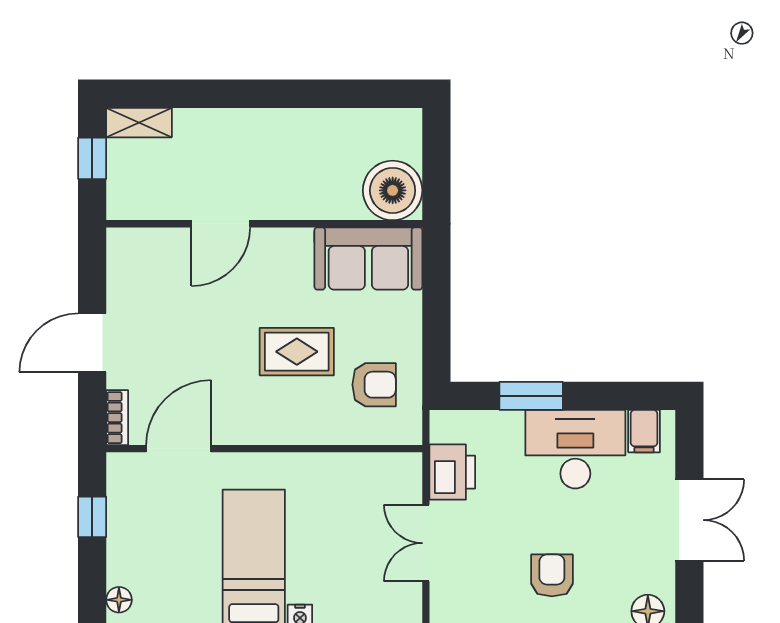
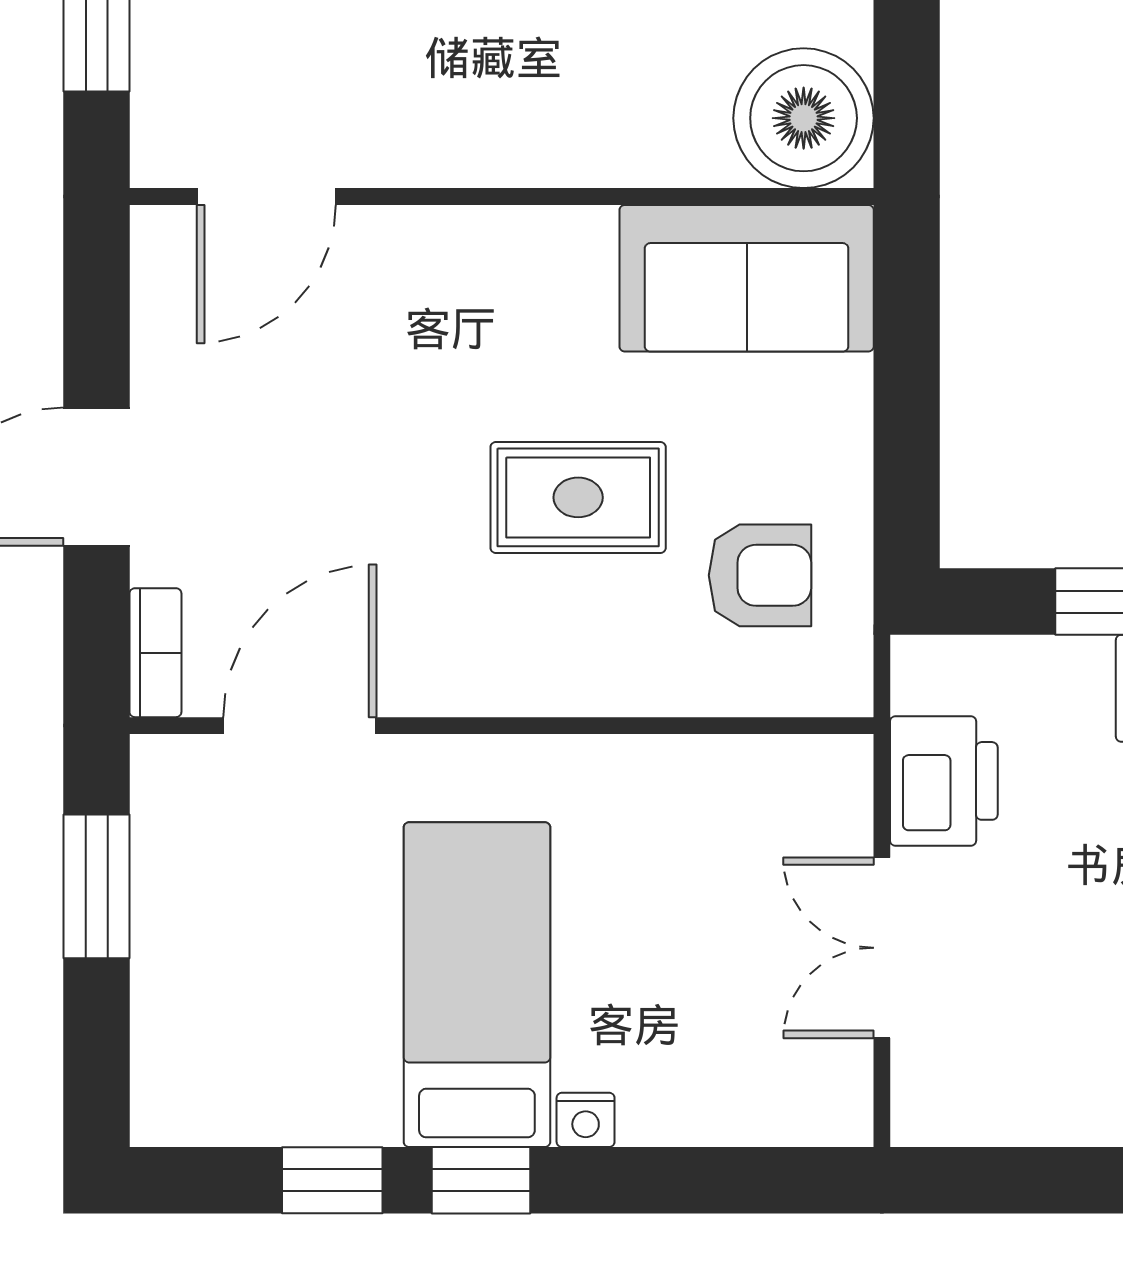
door: (221, 224) -> (266, 197), moved
window: (92, 517) -> (97, 886), width x1.50
floor lamp: (119, 600) -> (160, 1081), removed

